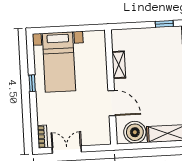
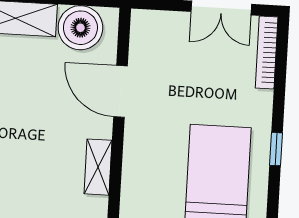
bookcase: (42, 137) -> (267, 52), width x1.56

